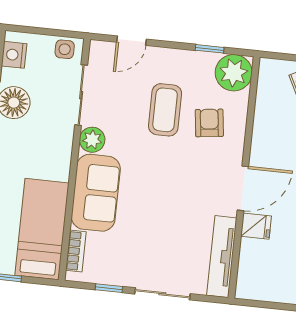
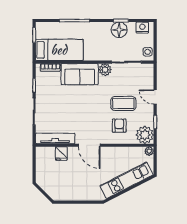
door: (132, 41) -> (155, 97), moved
plant: (268, 67) -> (149, 151), added
armchair: (209, 123) -> (119, 126), turned -83
fridge: (256, 226) -> (61, 154), moved

